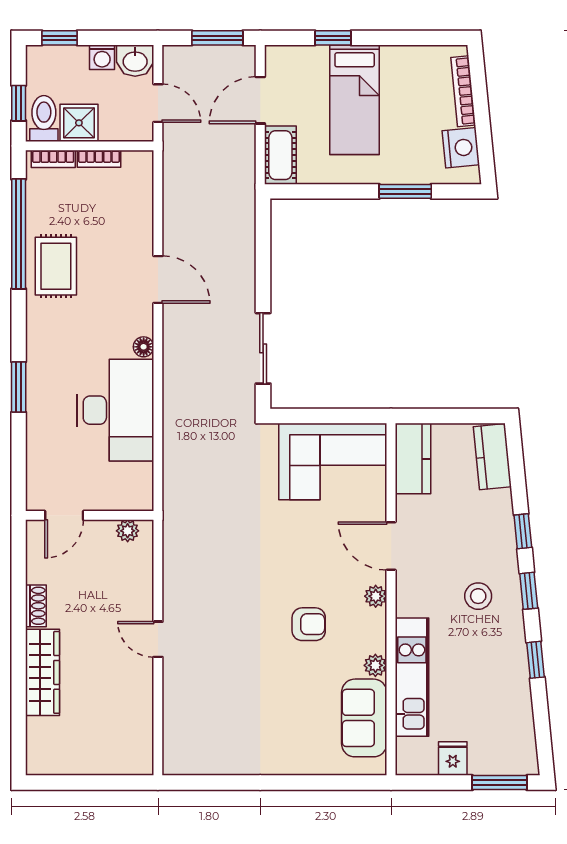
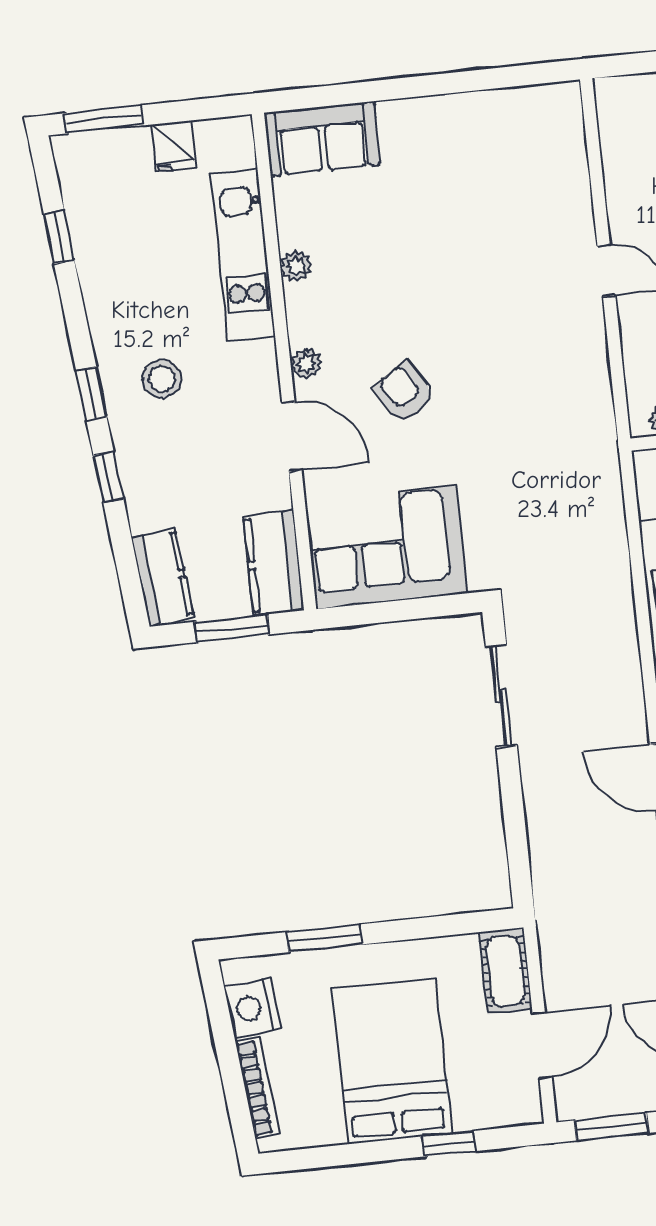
bed: (355, 100) -> (392, 1061), width x1.50
window: (447, 416) -> (232, 628), added
armchair: (309, 624) -> (404, 392), moved, turned 59
window: (535, 660) -> (59, 237), moved
sofa: (364, 718) -> (322, 139), moved, turned 90

